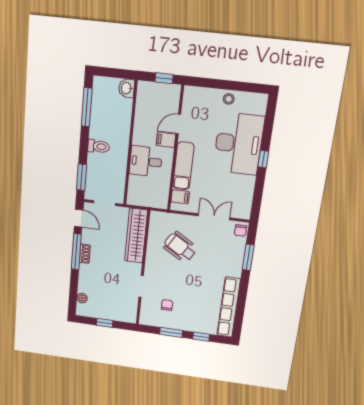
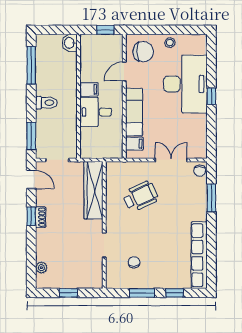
chair: (200, 105) -> (143, 52), added
filing cabinet: (166, 140) -> (89, 89), moved, turned 180
wheelchair: (180, 247) -> (140, 196), turned 124
window: (76, 252) -> (31, 216), width x0.46

